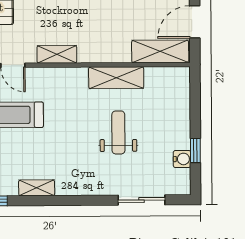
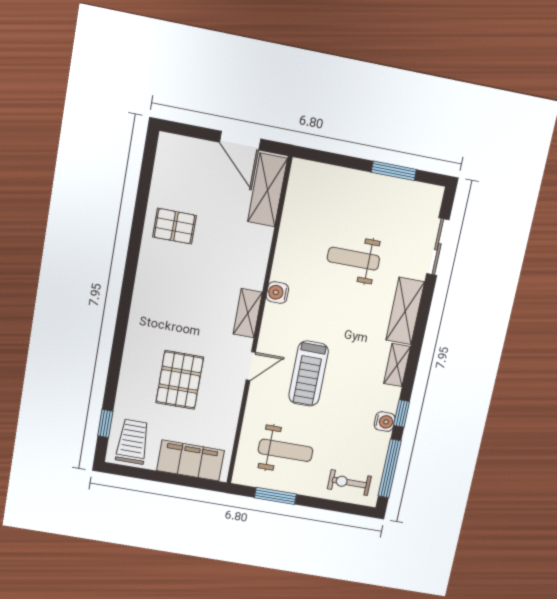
shelving: (116, 78) -> (405, 311), moved
window: (195, 150) -> (394, 171), width x1.50
water cooler: (182, 159) -> (277, 293), moved, turned -90

